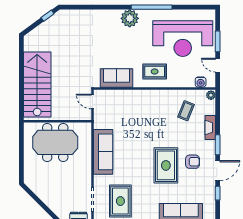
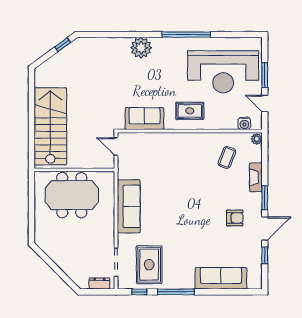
plant: (130, 18) -> (141, 48), moved
rug: (166, 165) -> (203, 222), removed

